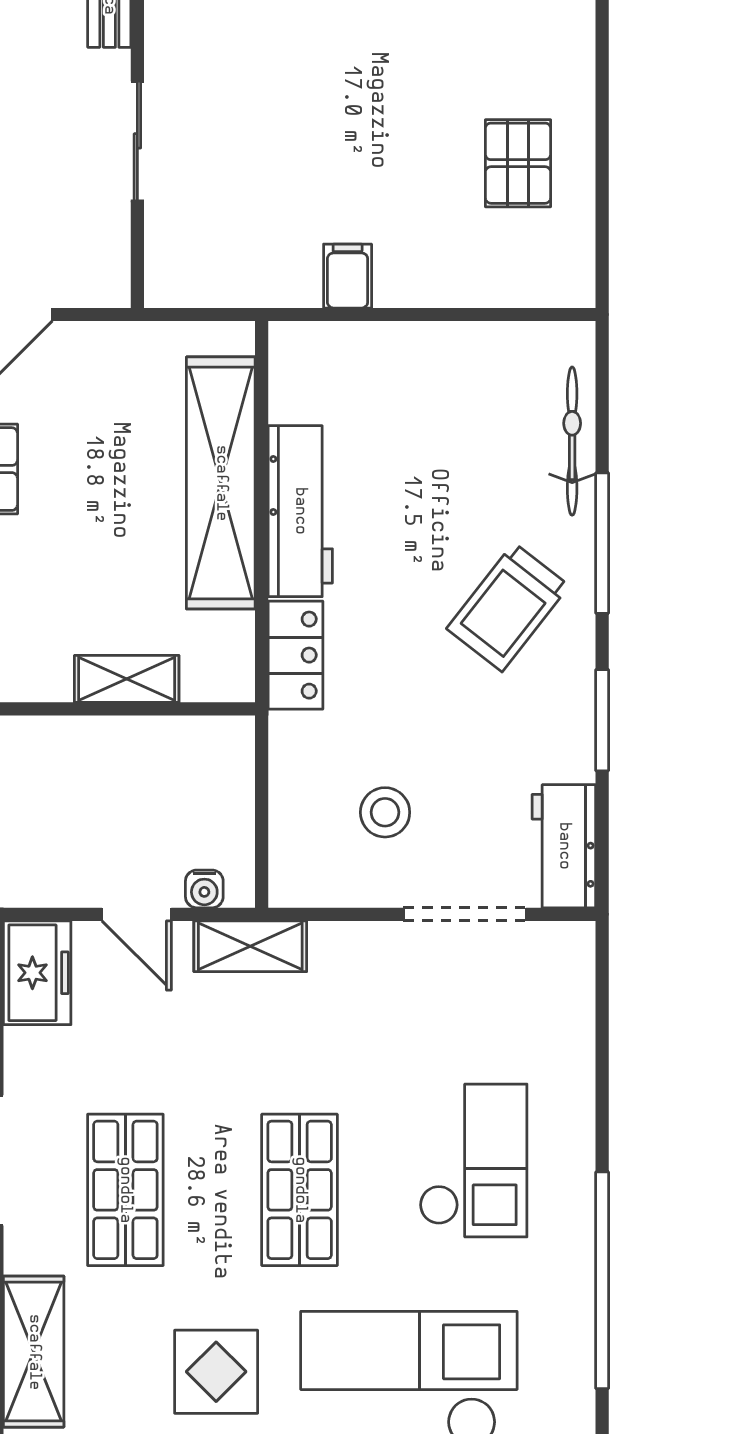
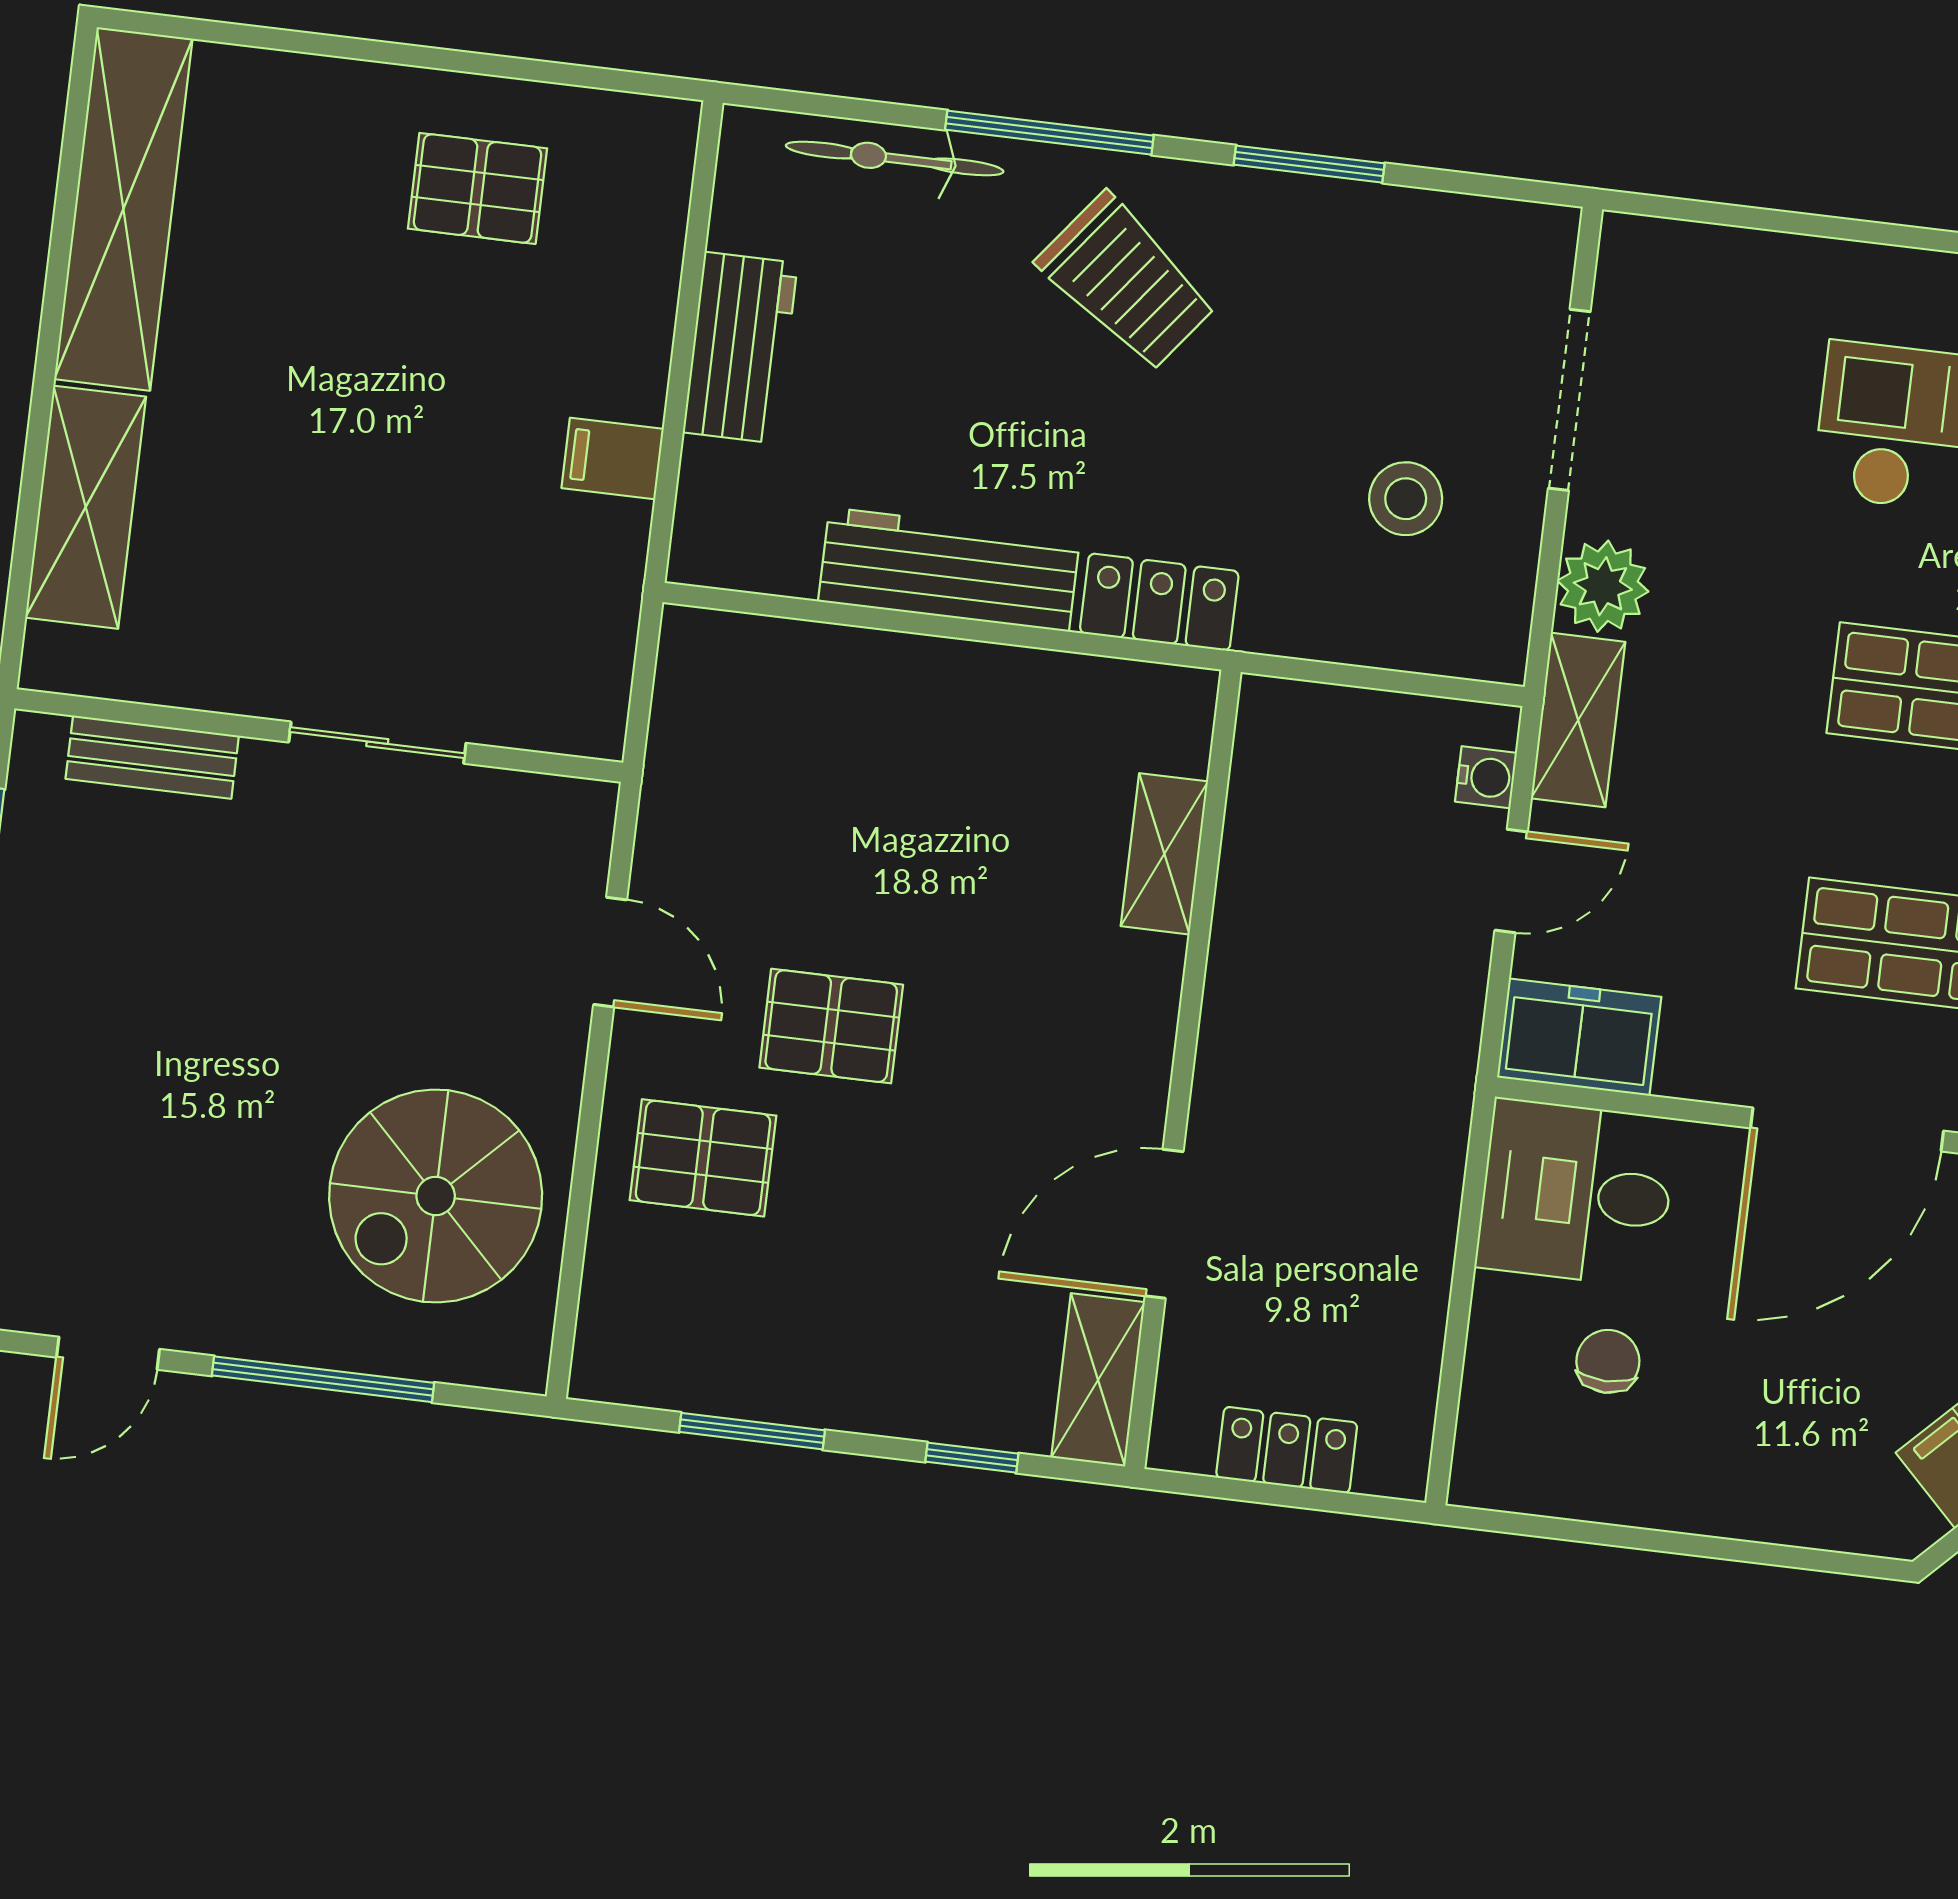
shelving: (221, 483) -> (894, 681), removed
workbench: (564, 846) -> (740, 348), moved, turned -90
plant: (342, 952) -> (1603, 586), added

